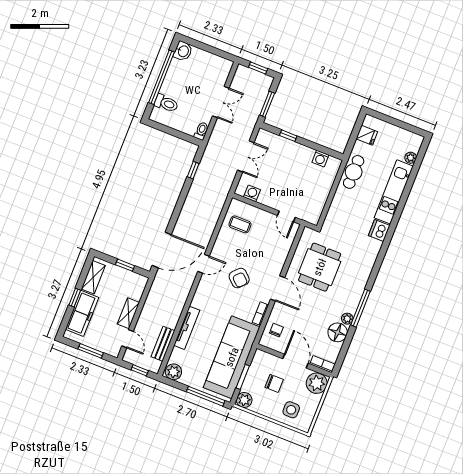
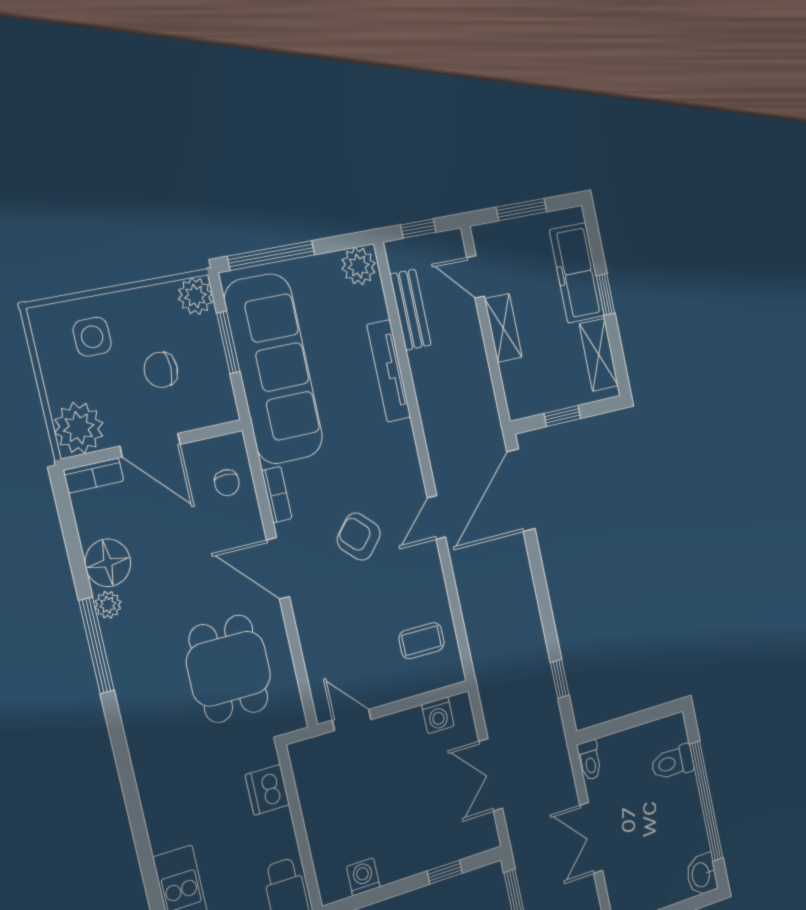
dishwasher: (379, 230) -> (267, 790), moved, turned 180

